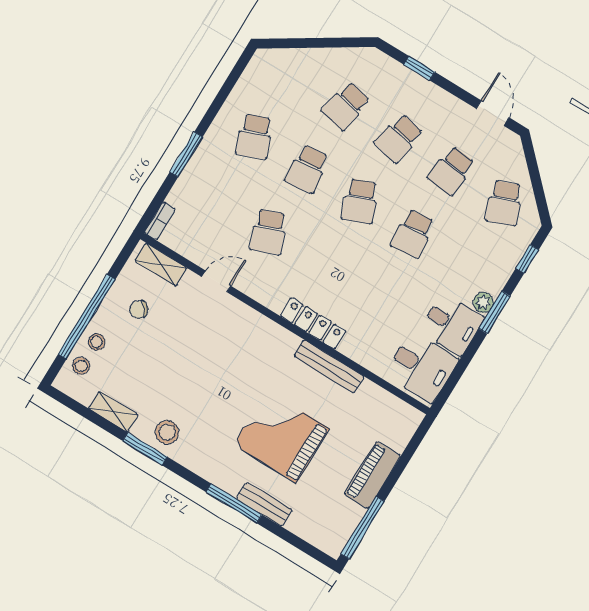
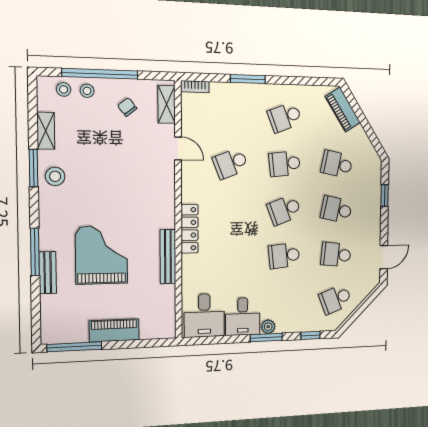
piano: (287, 61) -> (343, 110), added

